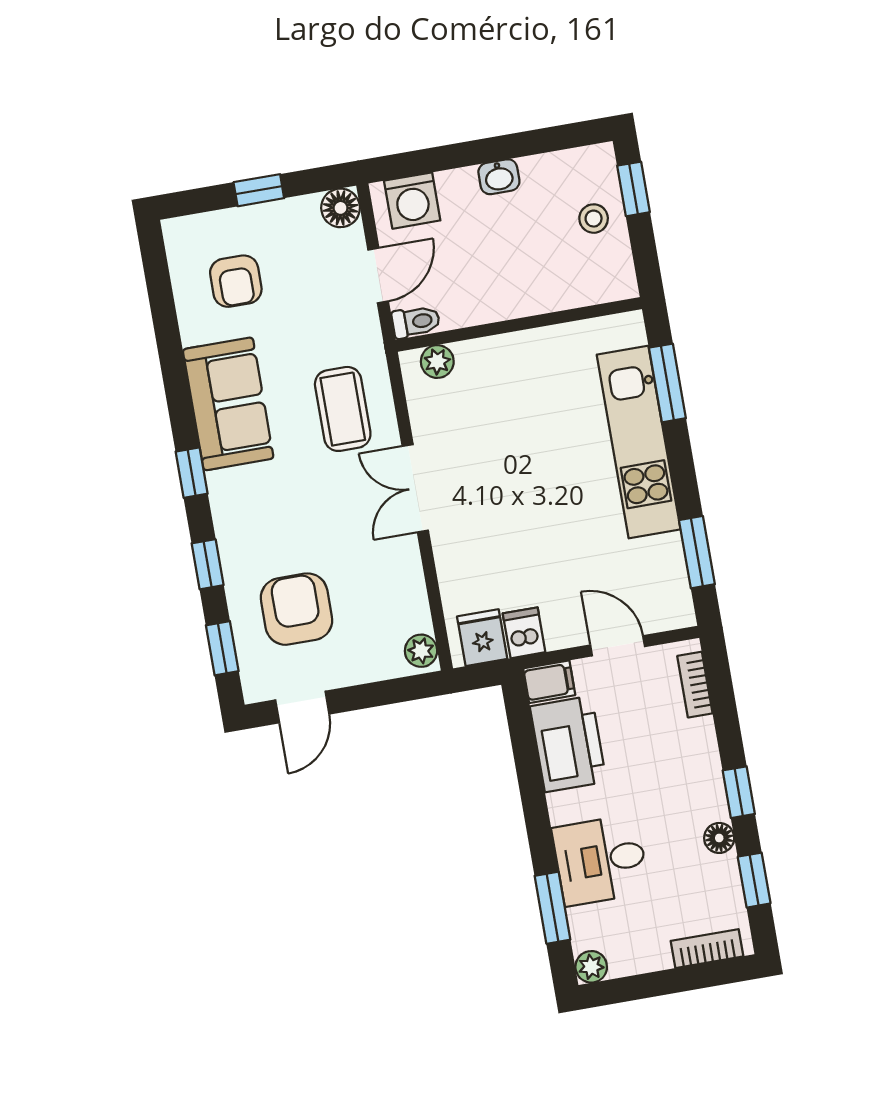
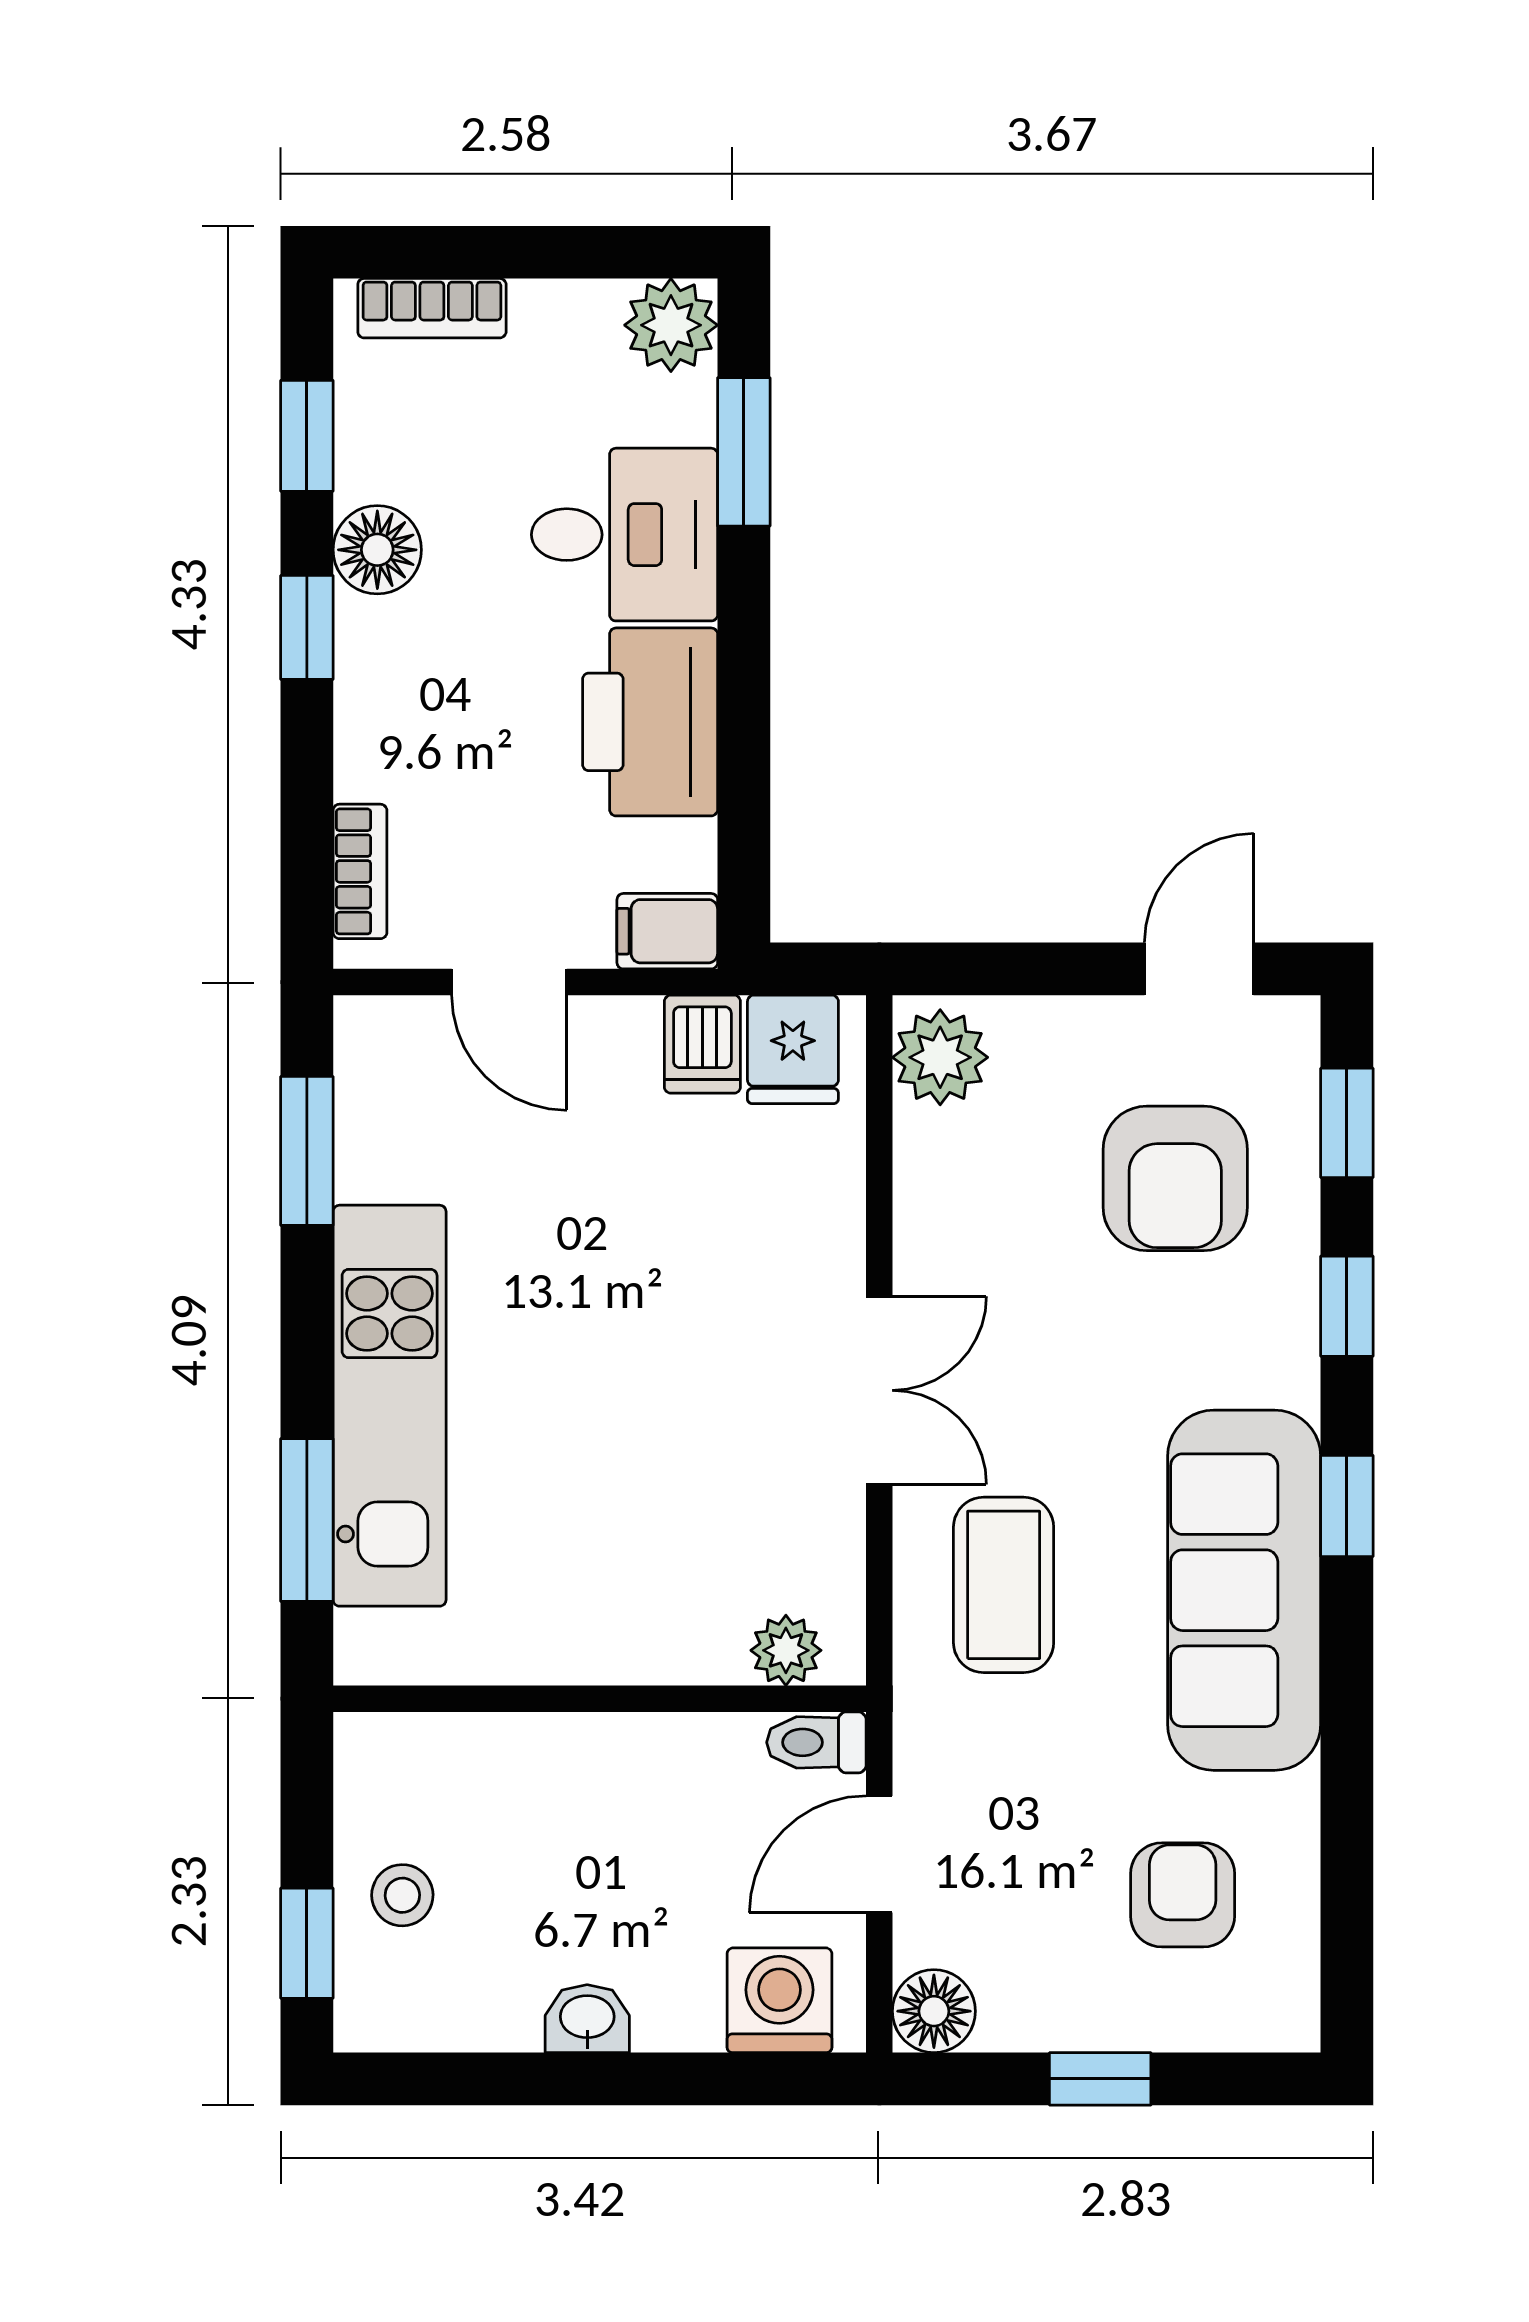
sofa: (228, 404) -> (1244, 1590), width x1.36
plant: (421, 651) -> (940, 1057), width x1.38, depth x1.38
printer: (568, 744) -> (650, 722), moved
floor lamp: (719, 838) -> (377, 550), width x1.37, depth x1.37
plant: (591, 967) -> (671, 325), width x1.38, depth x1.38

